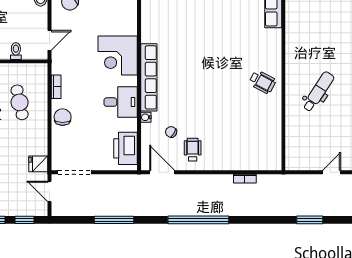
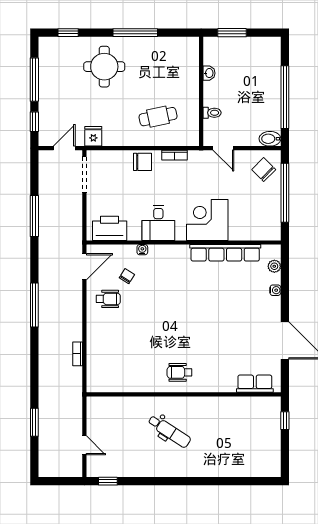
row of seats: (149, 77) -> (225, 253), moved
wheelchair: (262, 82) -> (180, 372), turned 62
window: (198, 220) -> (34, 305), width x0.68

